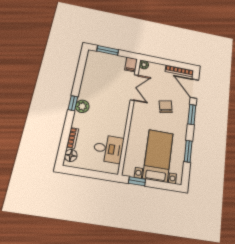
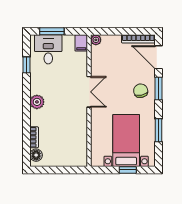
double door: (134, 87) -> (89, 92), moved
window: (73, 103) -> (26, 65), moved
chair: (166, 107) -> (141, 91), moved
desk: (108, 149) -> (48, 49), moved, turned -90
window: (137, 181) -> (128, 170), moved

